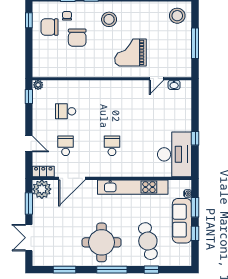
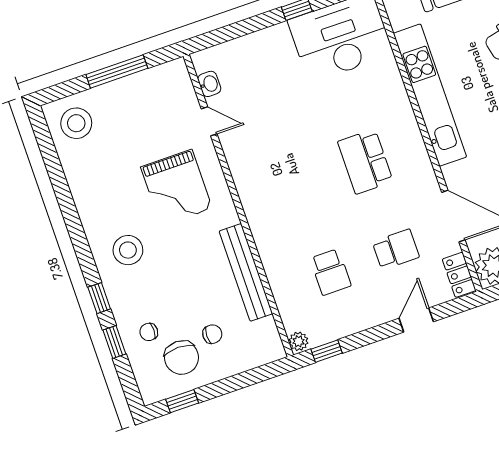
chair: (77, 38) -> (212, 334), moved, width x0.54, depth x0.54
bench: (79, 71) -> (246, 272), added
school desk: (66, 146) -> (396, 249), turned 180
school desk: (112, 146) -> (365, 162), width x1.85

